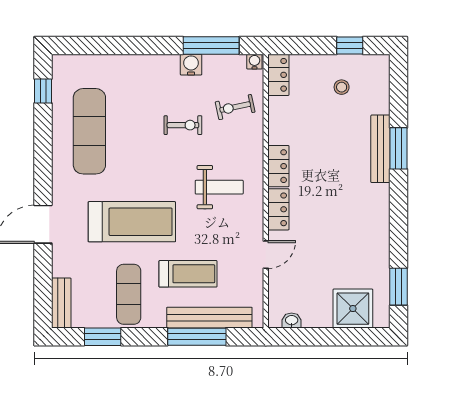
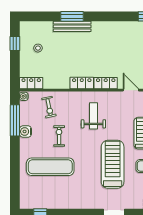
exercise mat: (89, 131) -> (50, 167), moved

